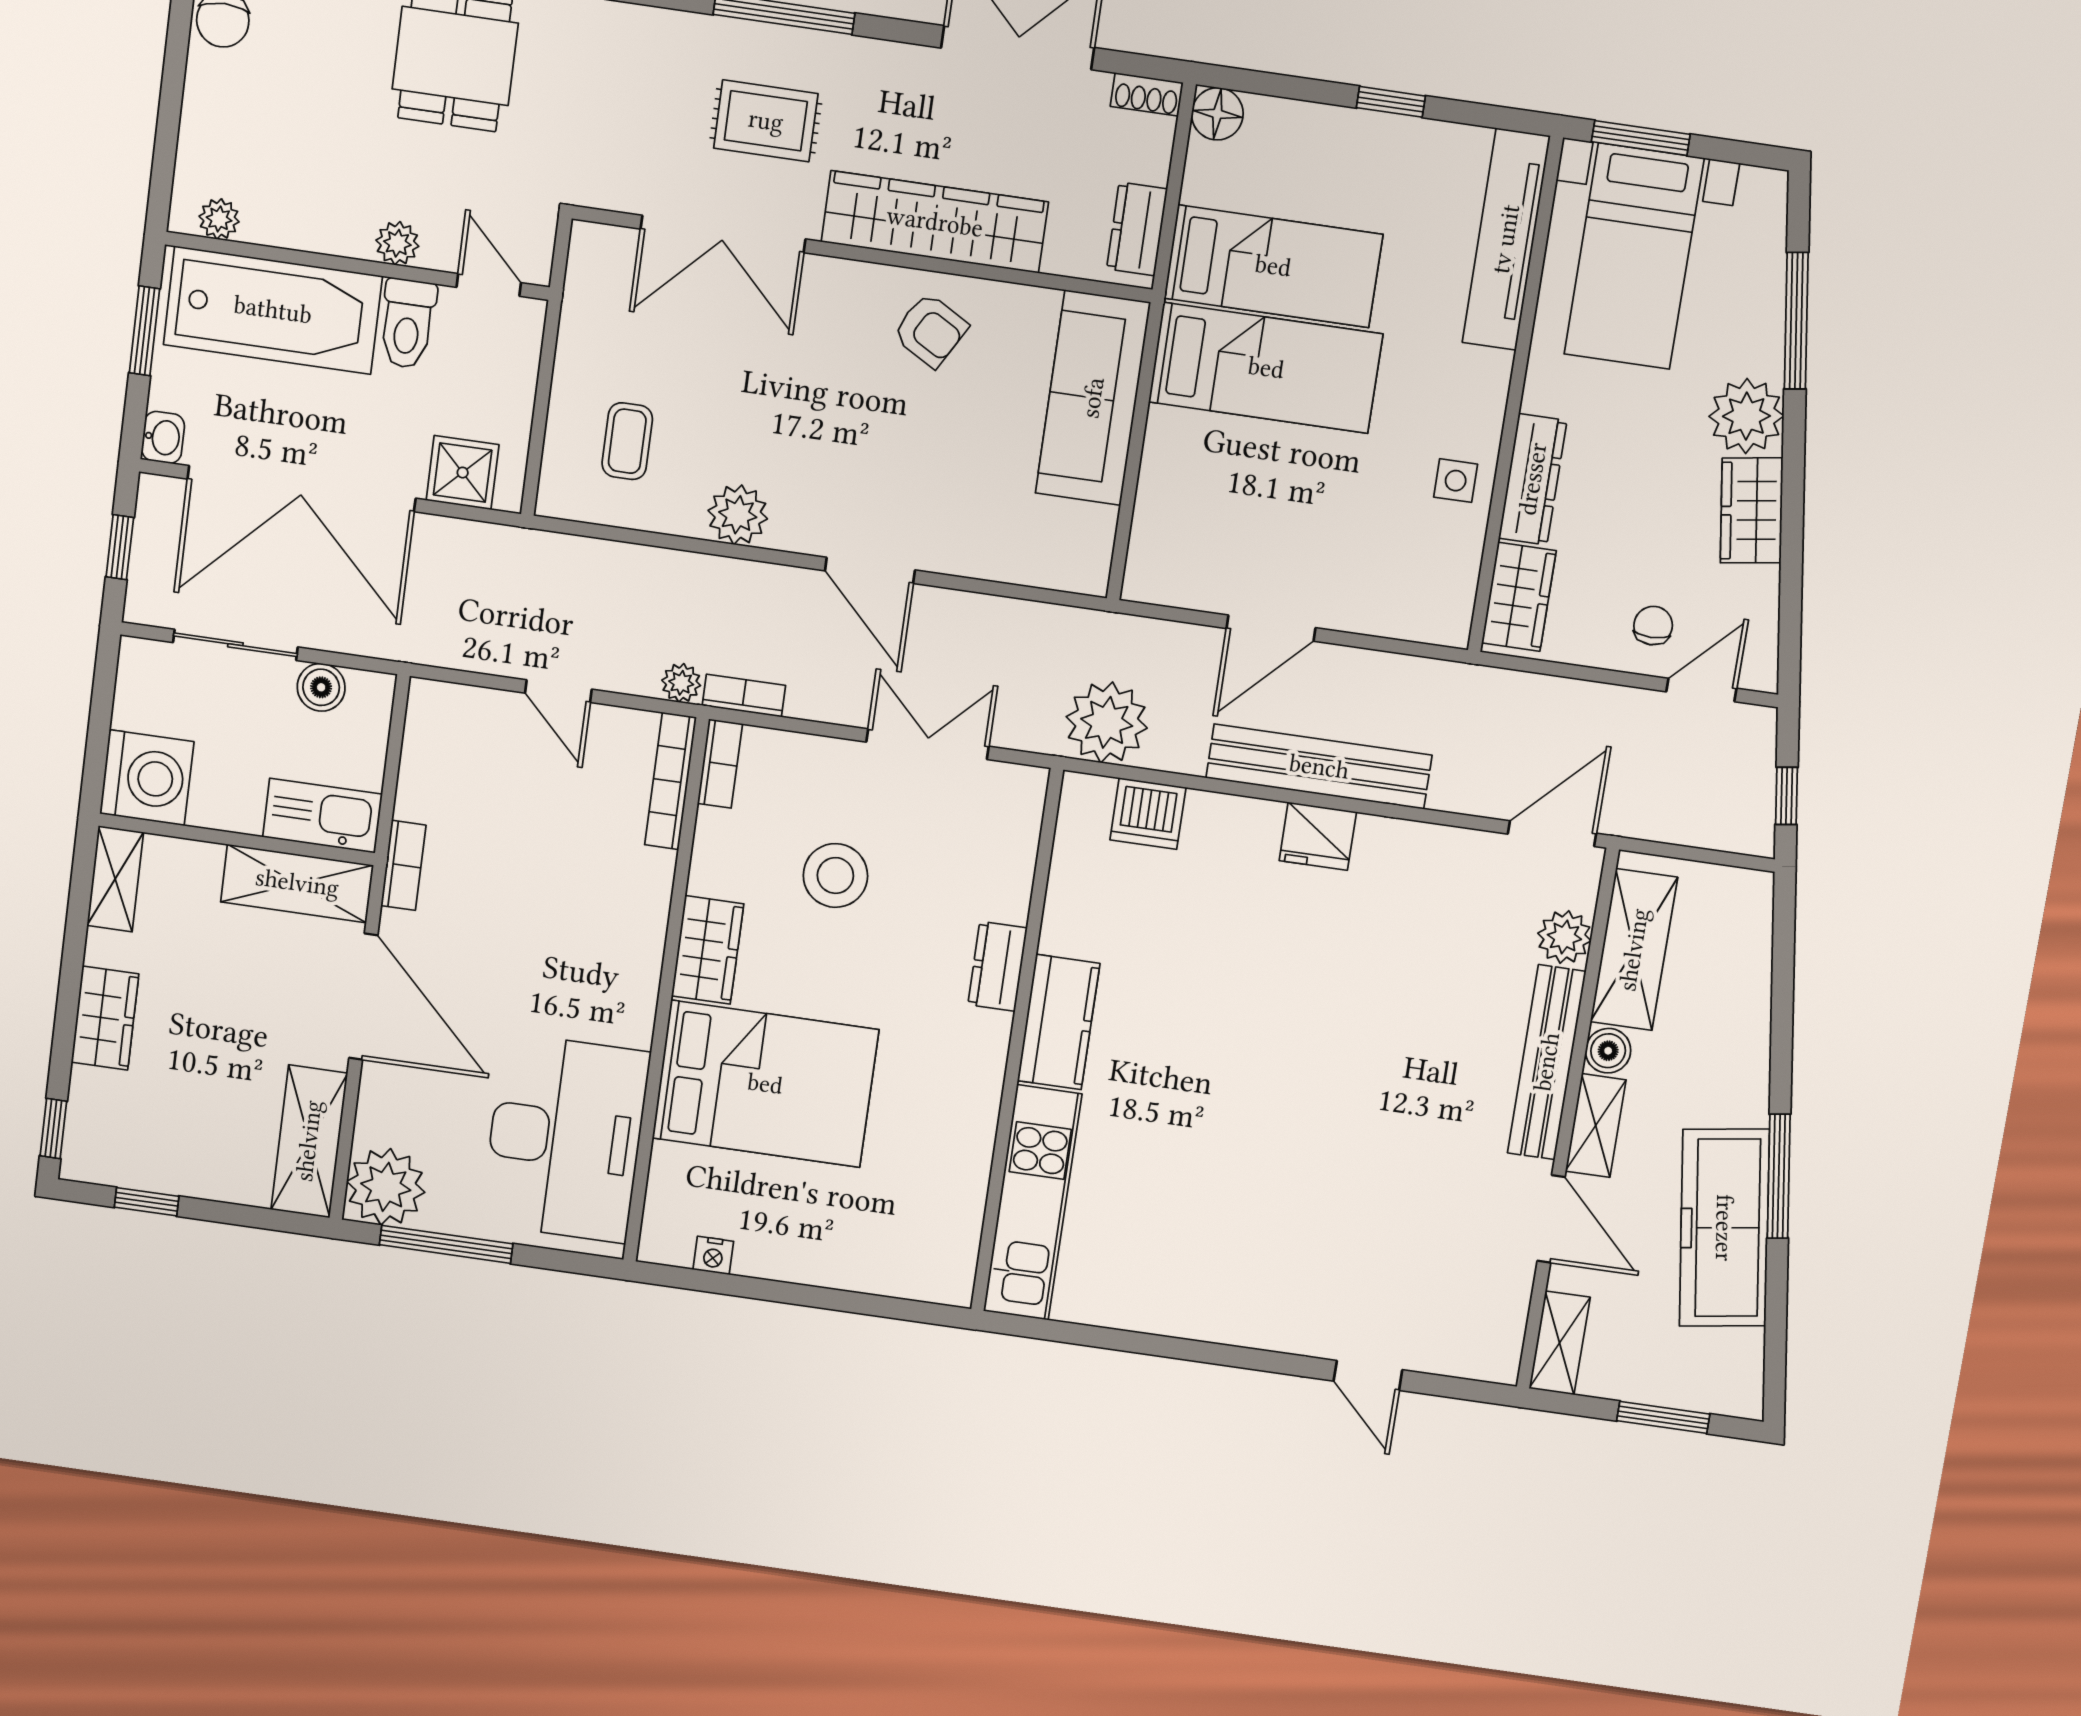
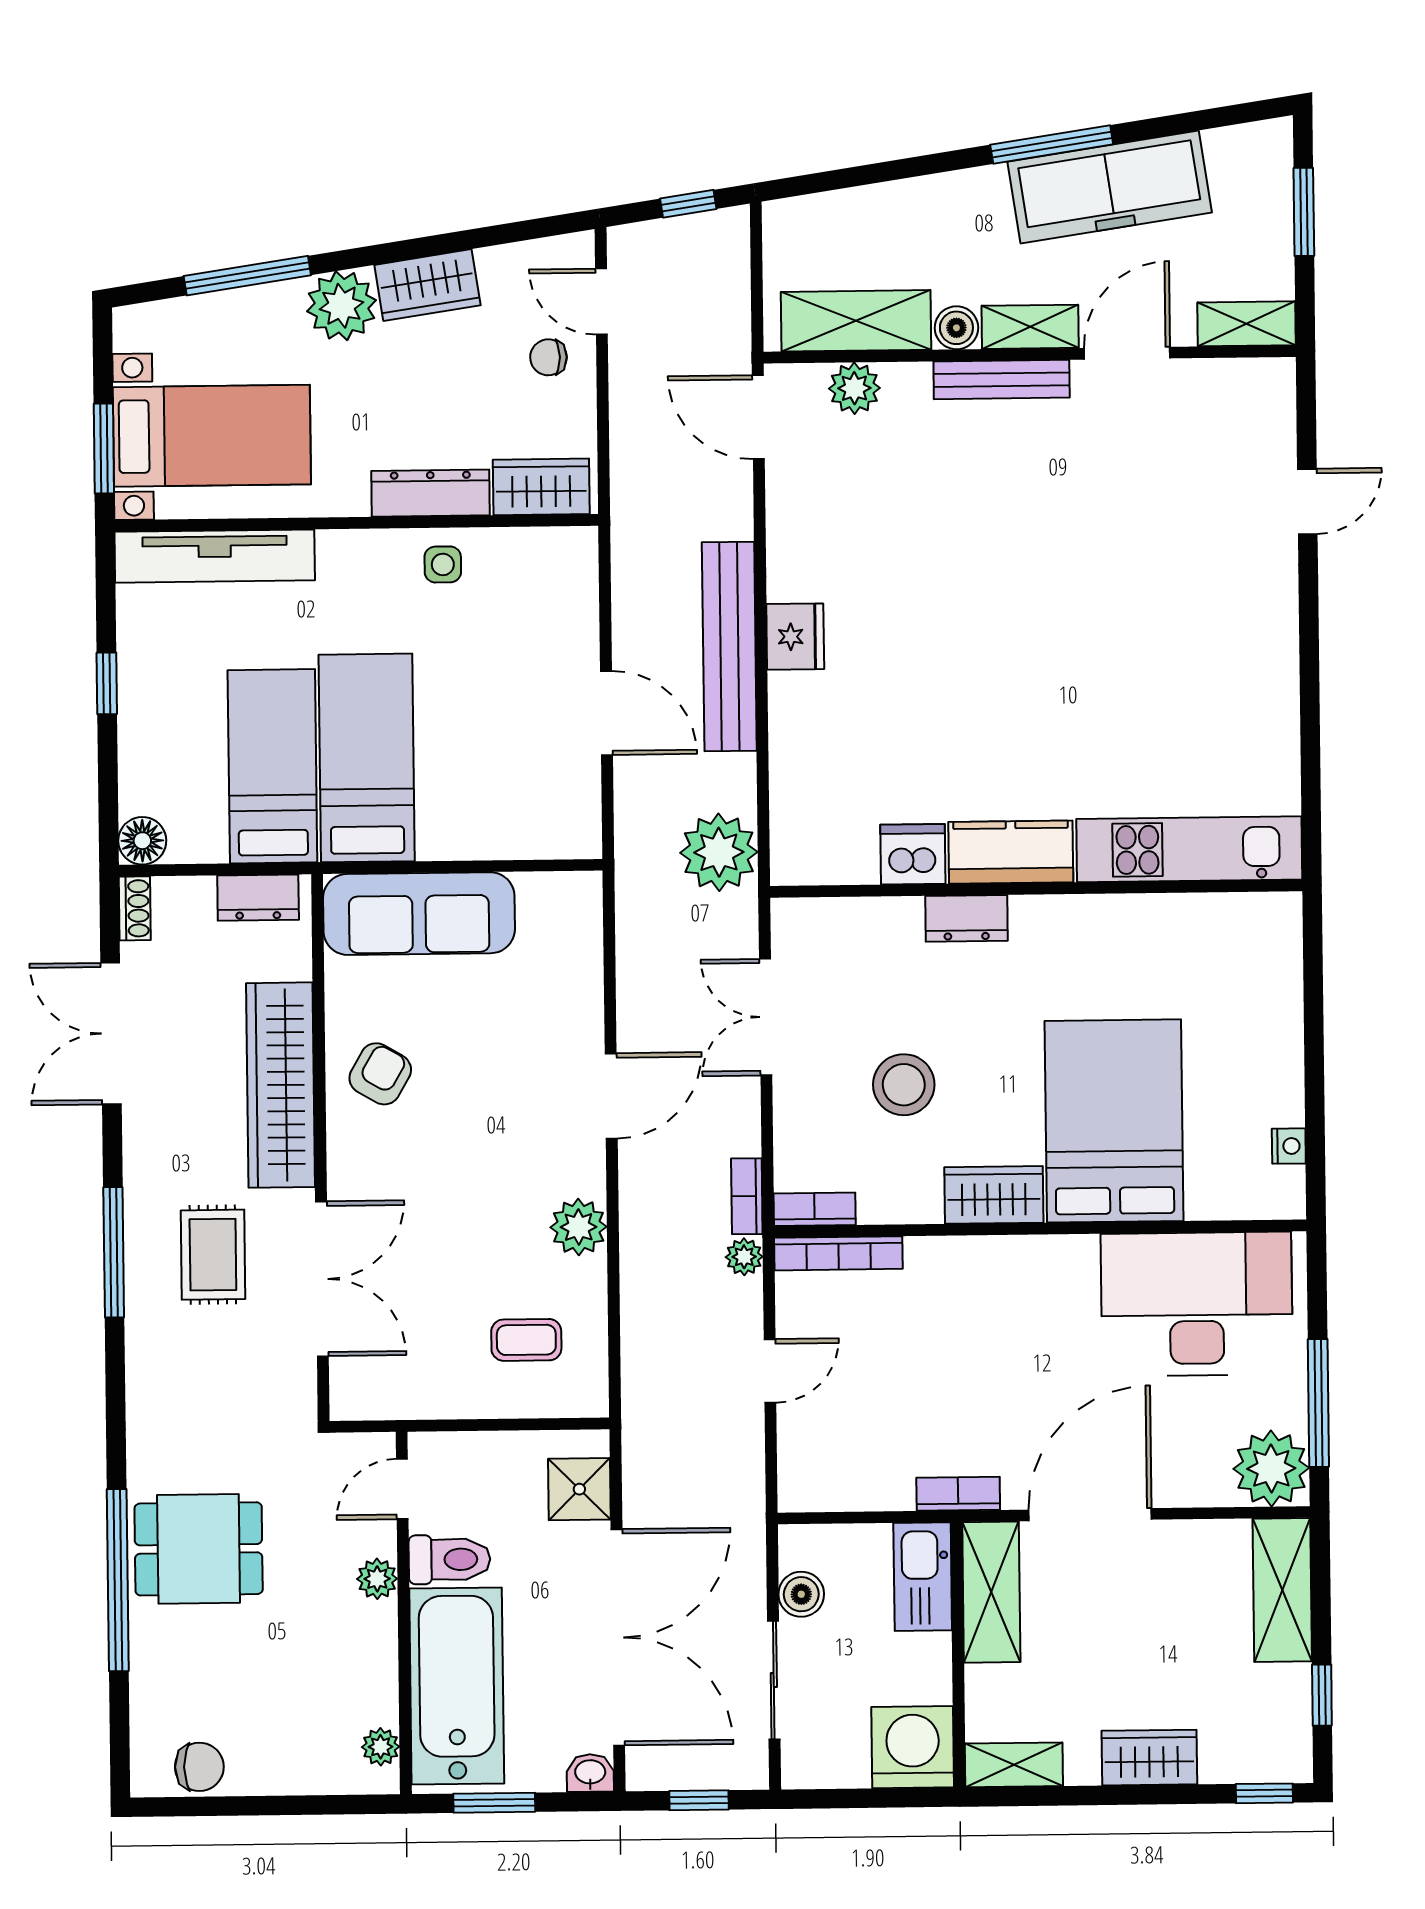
dishwasher: (1148, 814) -> (913, 854), moved, turned -90
bench: (1547, 1062) -> (1002, 380), width x0.73, depth x0.82
shelving: (309, 1141) -> (1282, 1590), moved, turned 90

